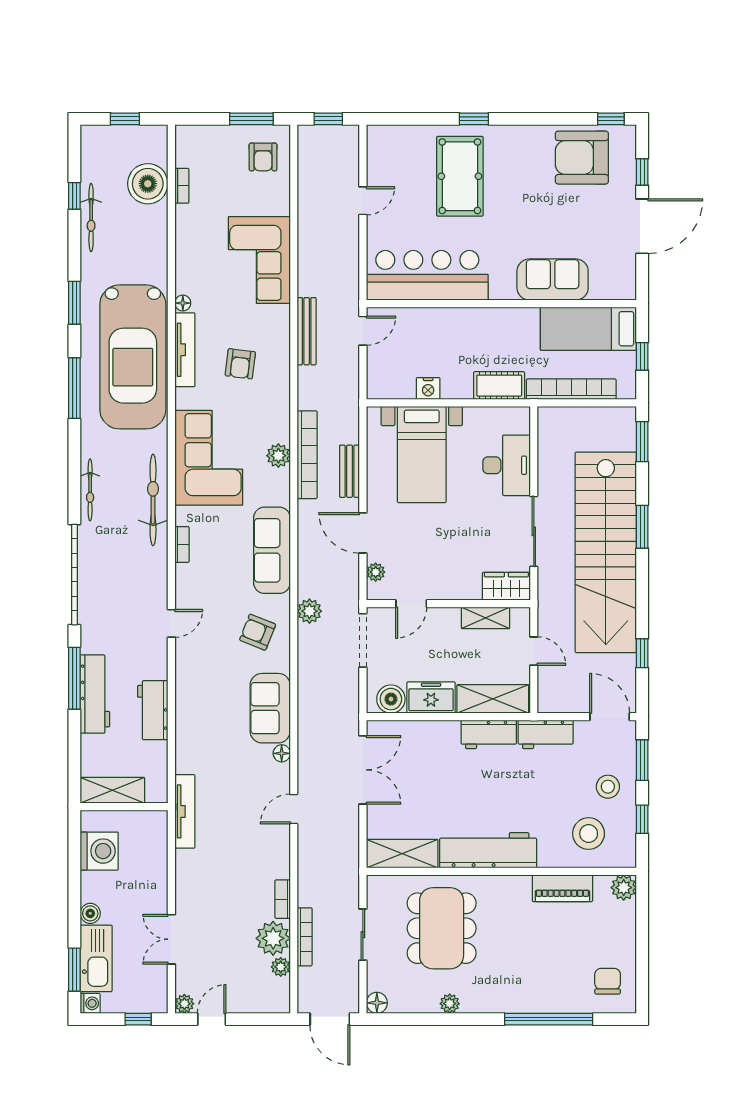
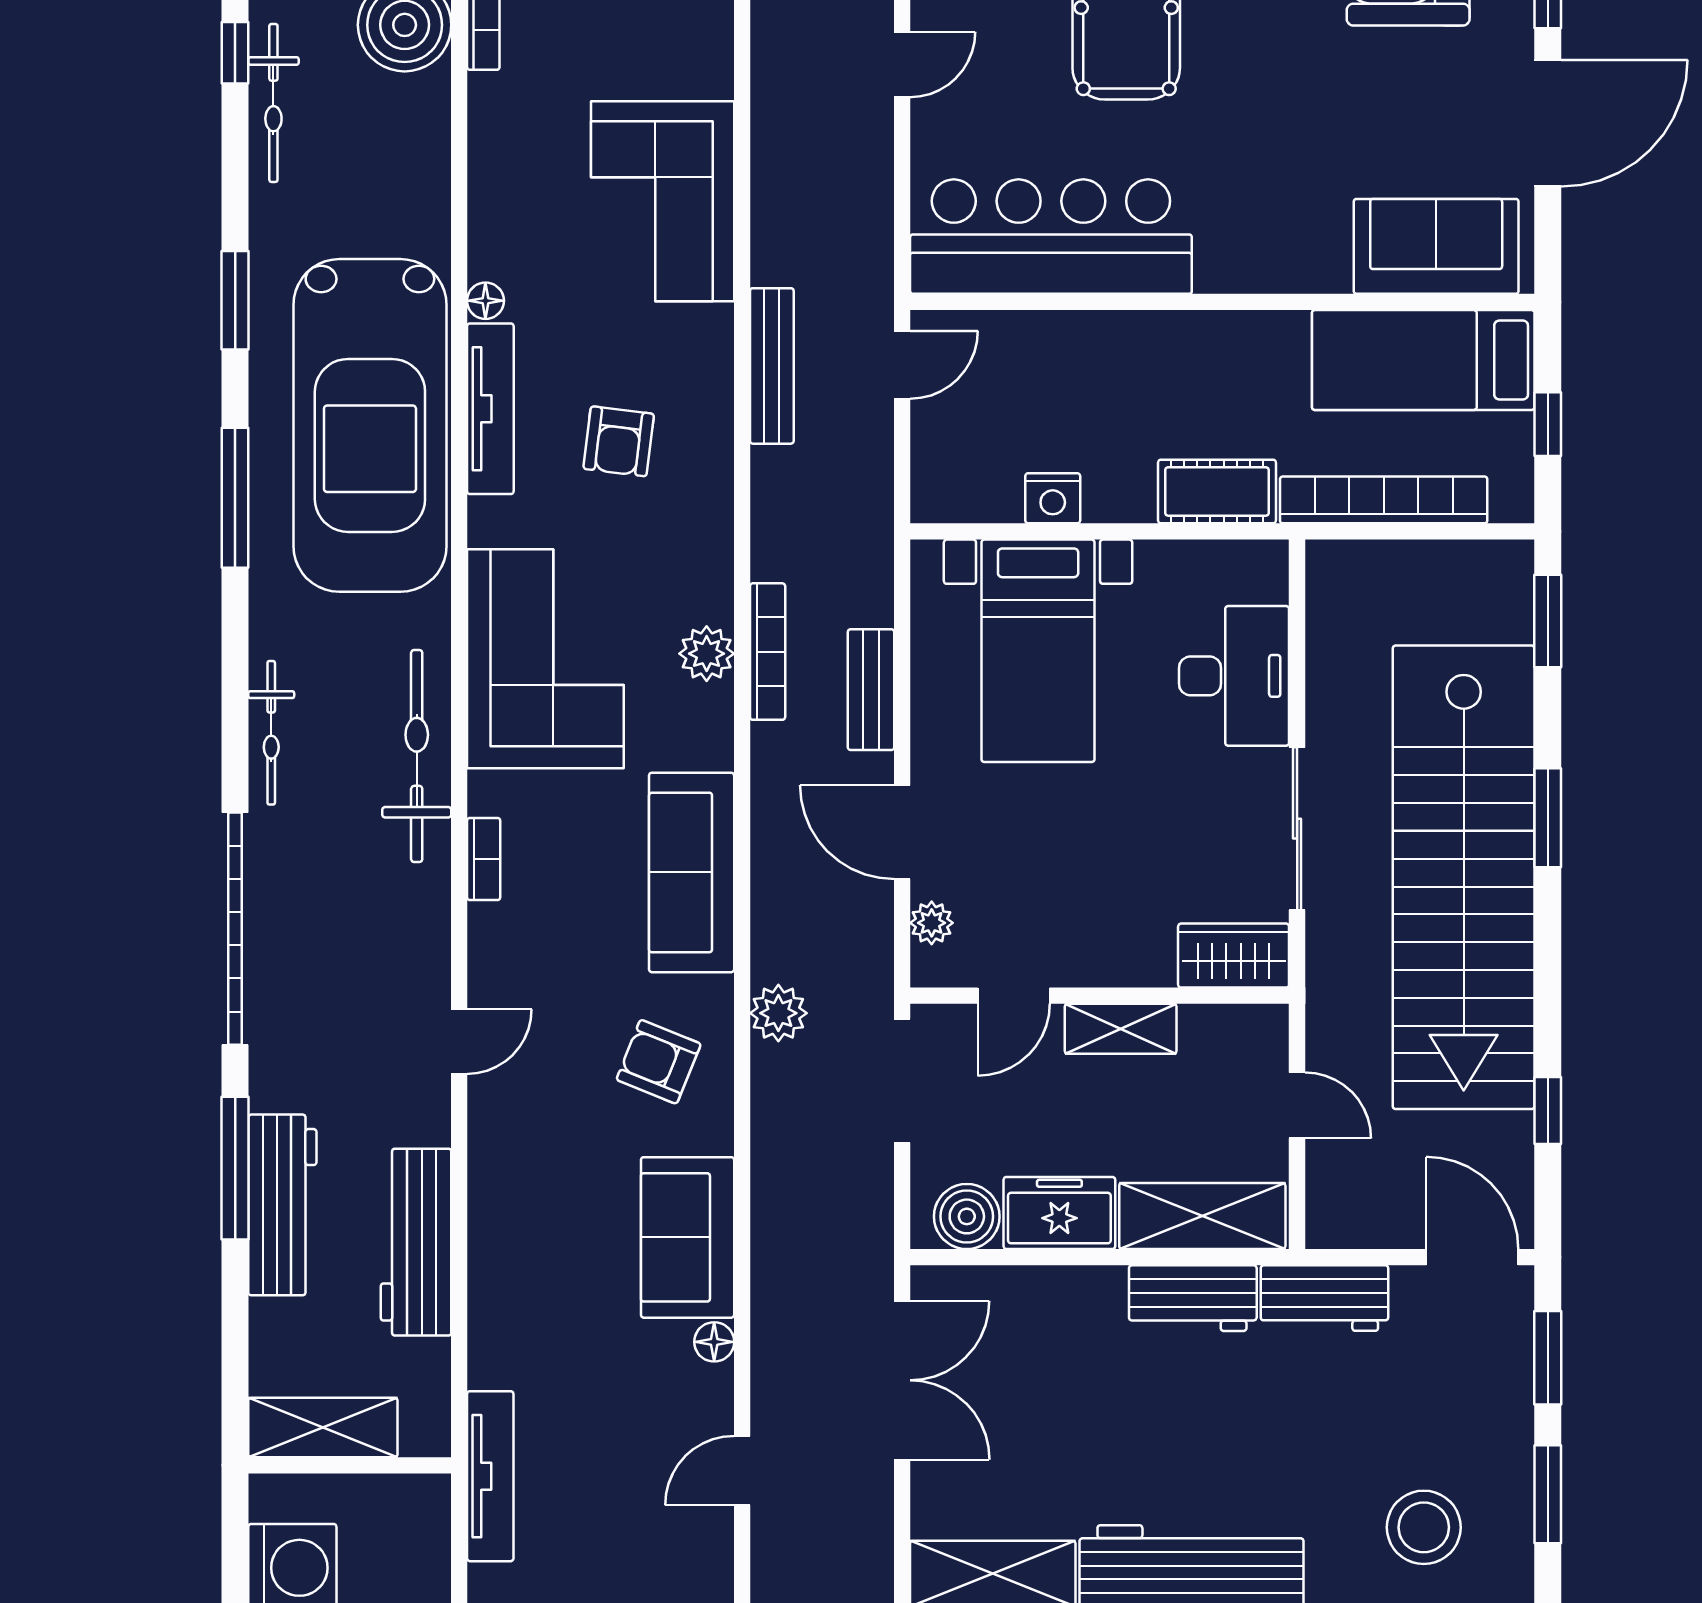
sofa: (553, 280) -> (1436, 246), moved
bookcase: (307, 455) -> (768, 652), width x0.68, depth x0.76
shelving: (486, 618) -> (1121, 1029), moved
workbench: (153, 710) -> (416, 1242), width x1.38
stool: (608, 787) -> (1468, 1419), removed
window: (642, 819) -> (1548, 1494), width x1.50

